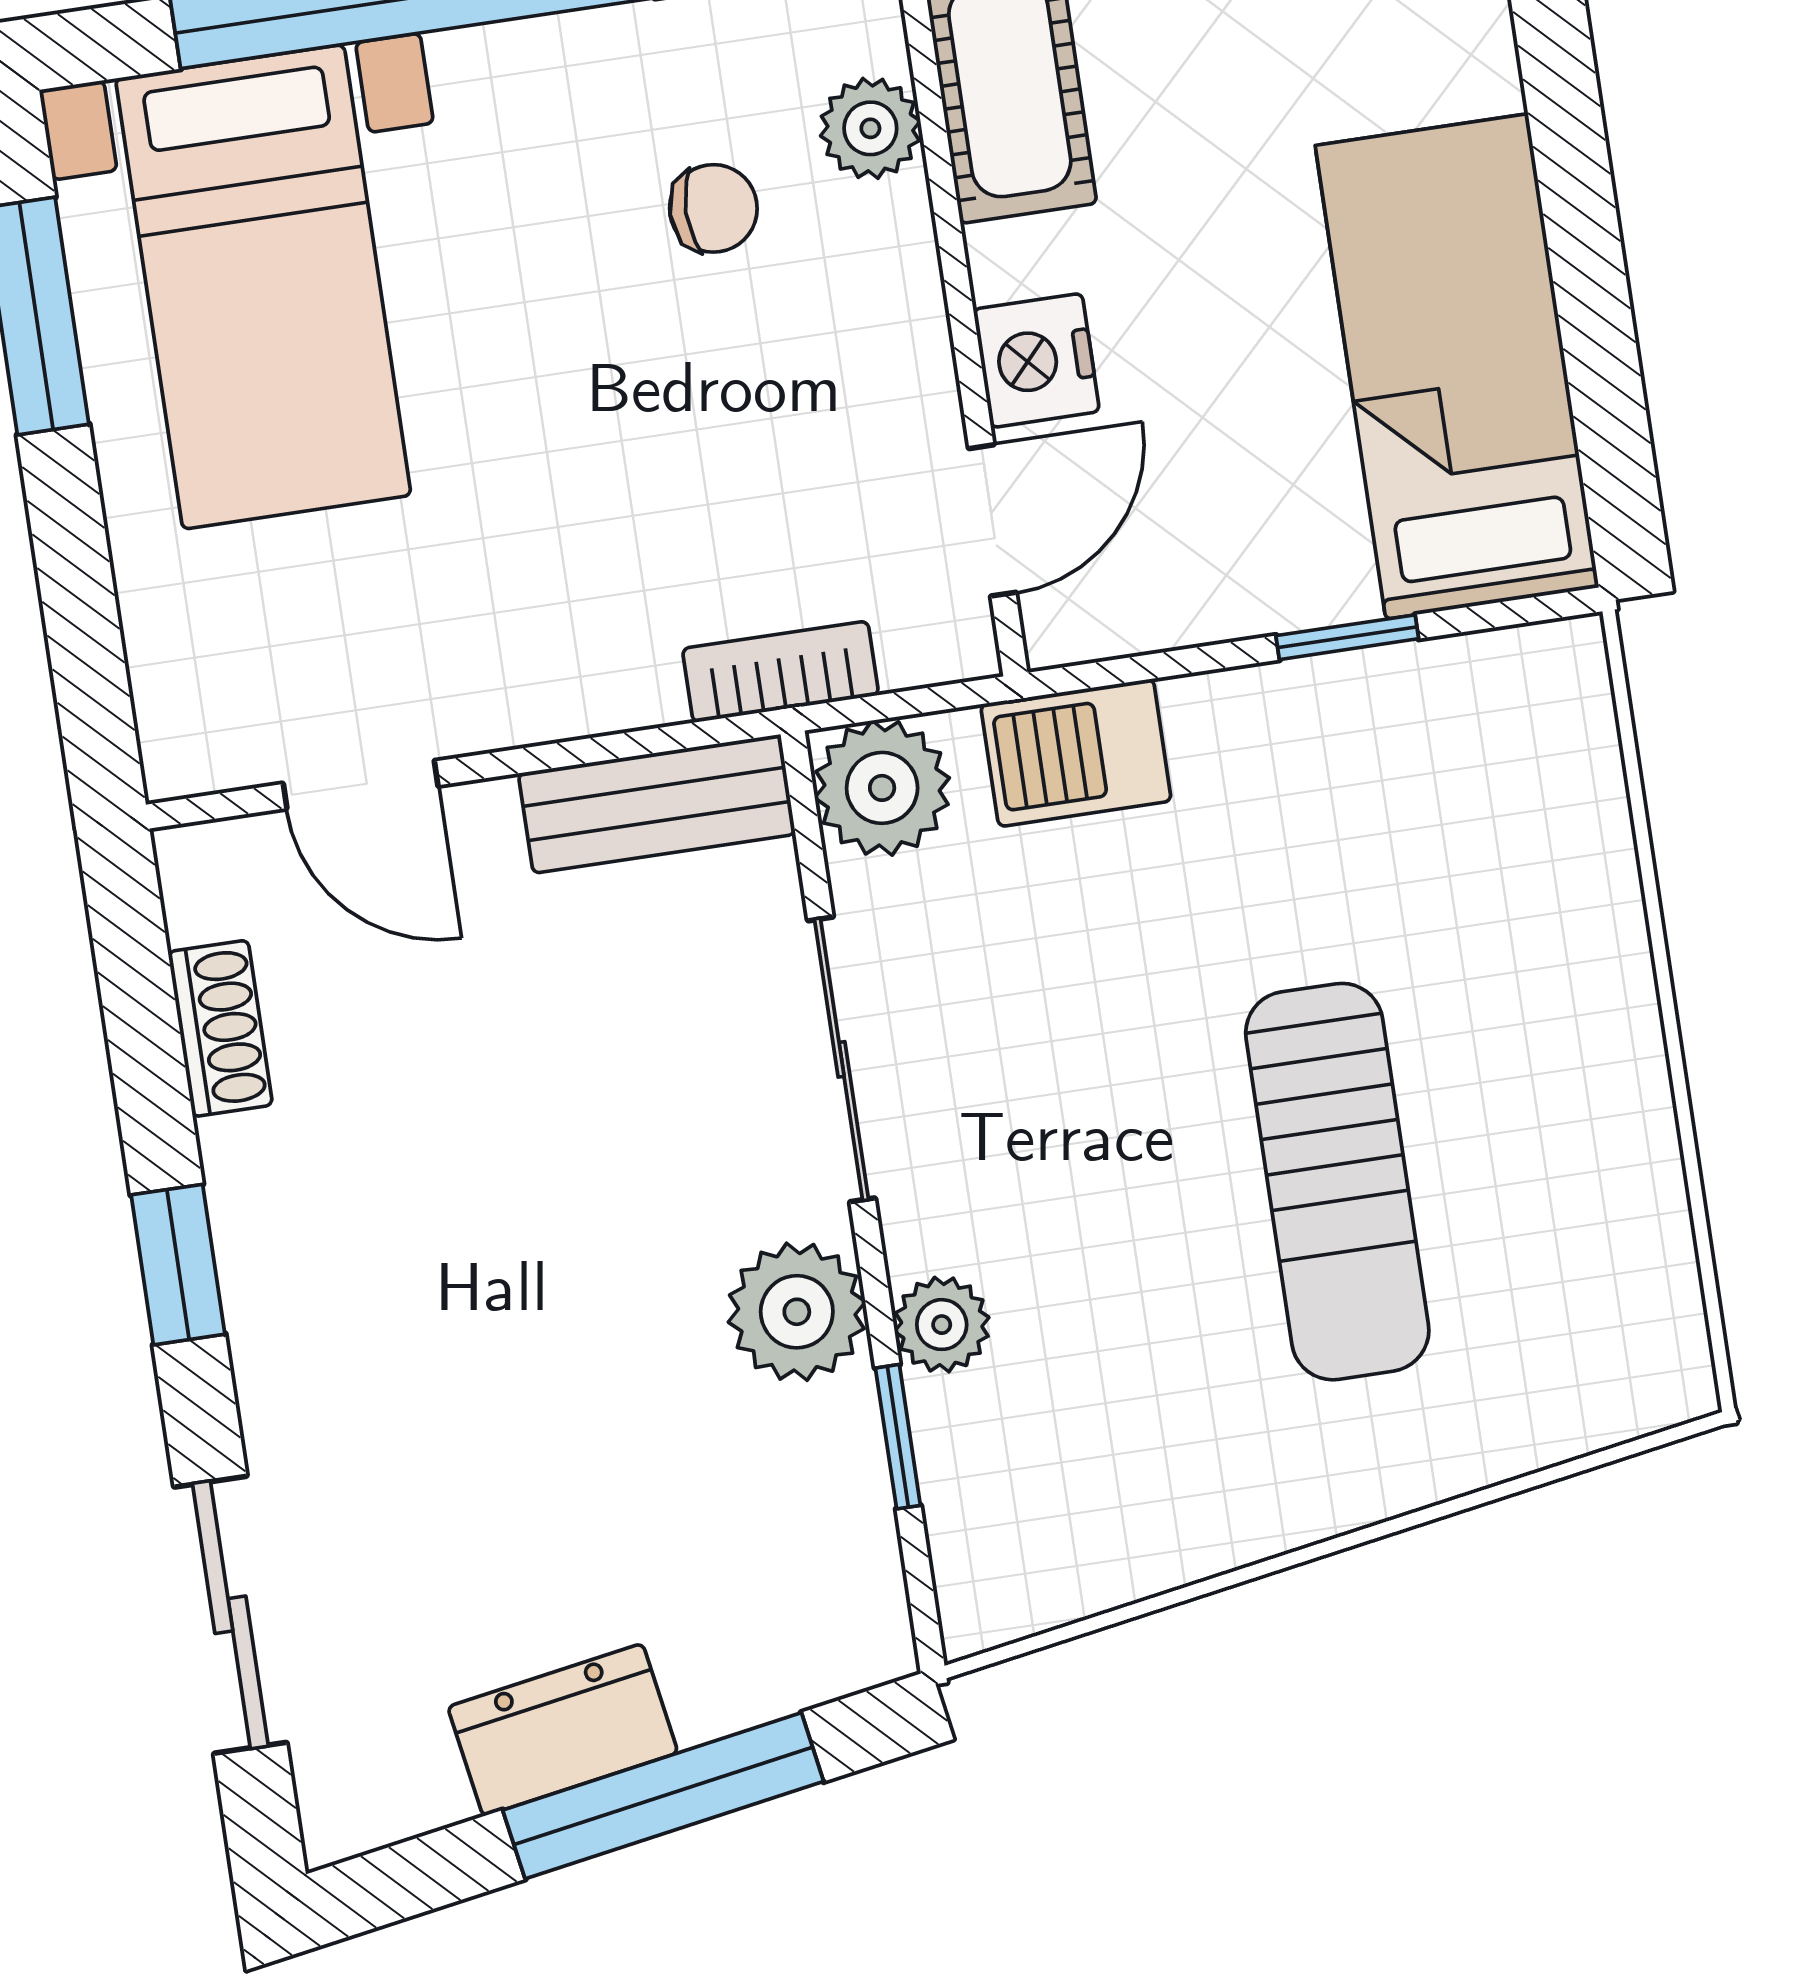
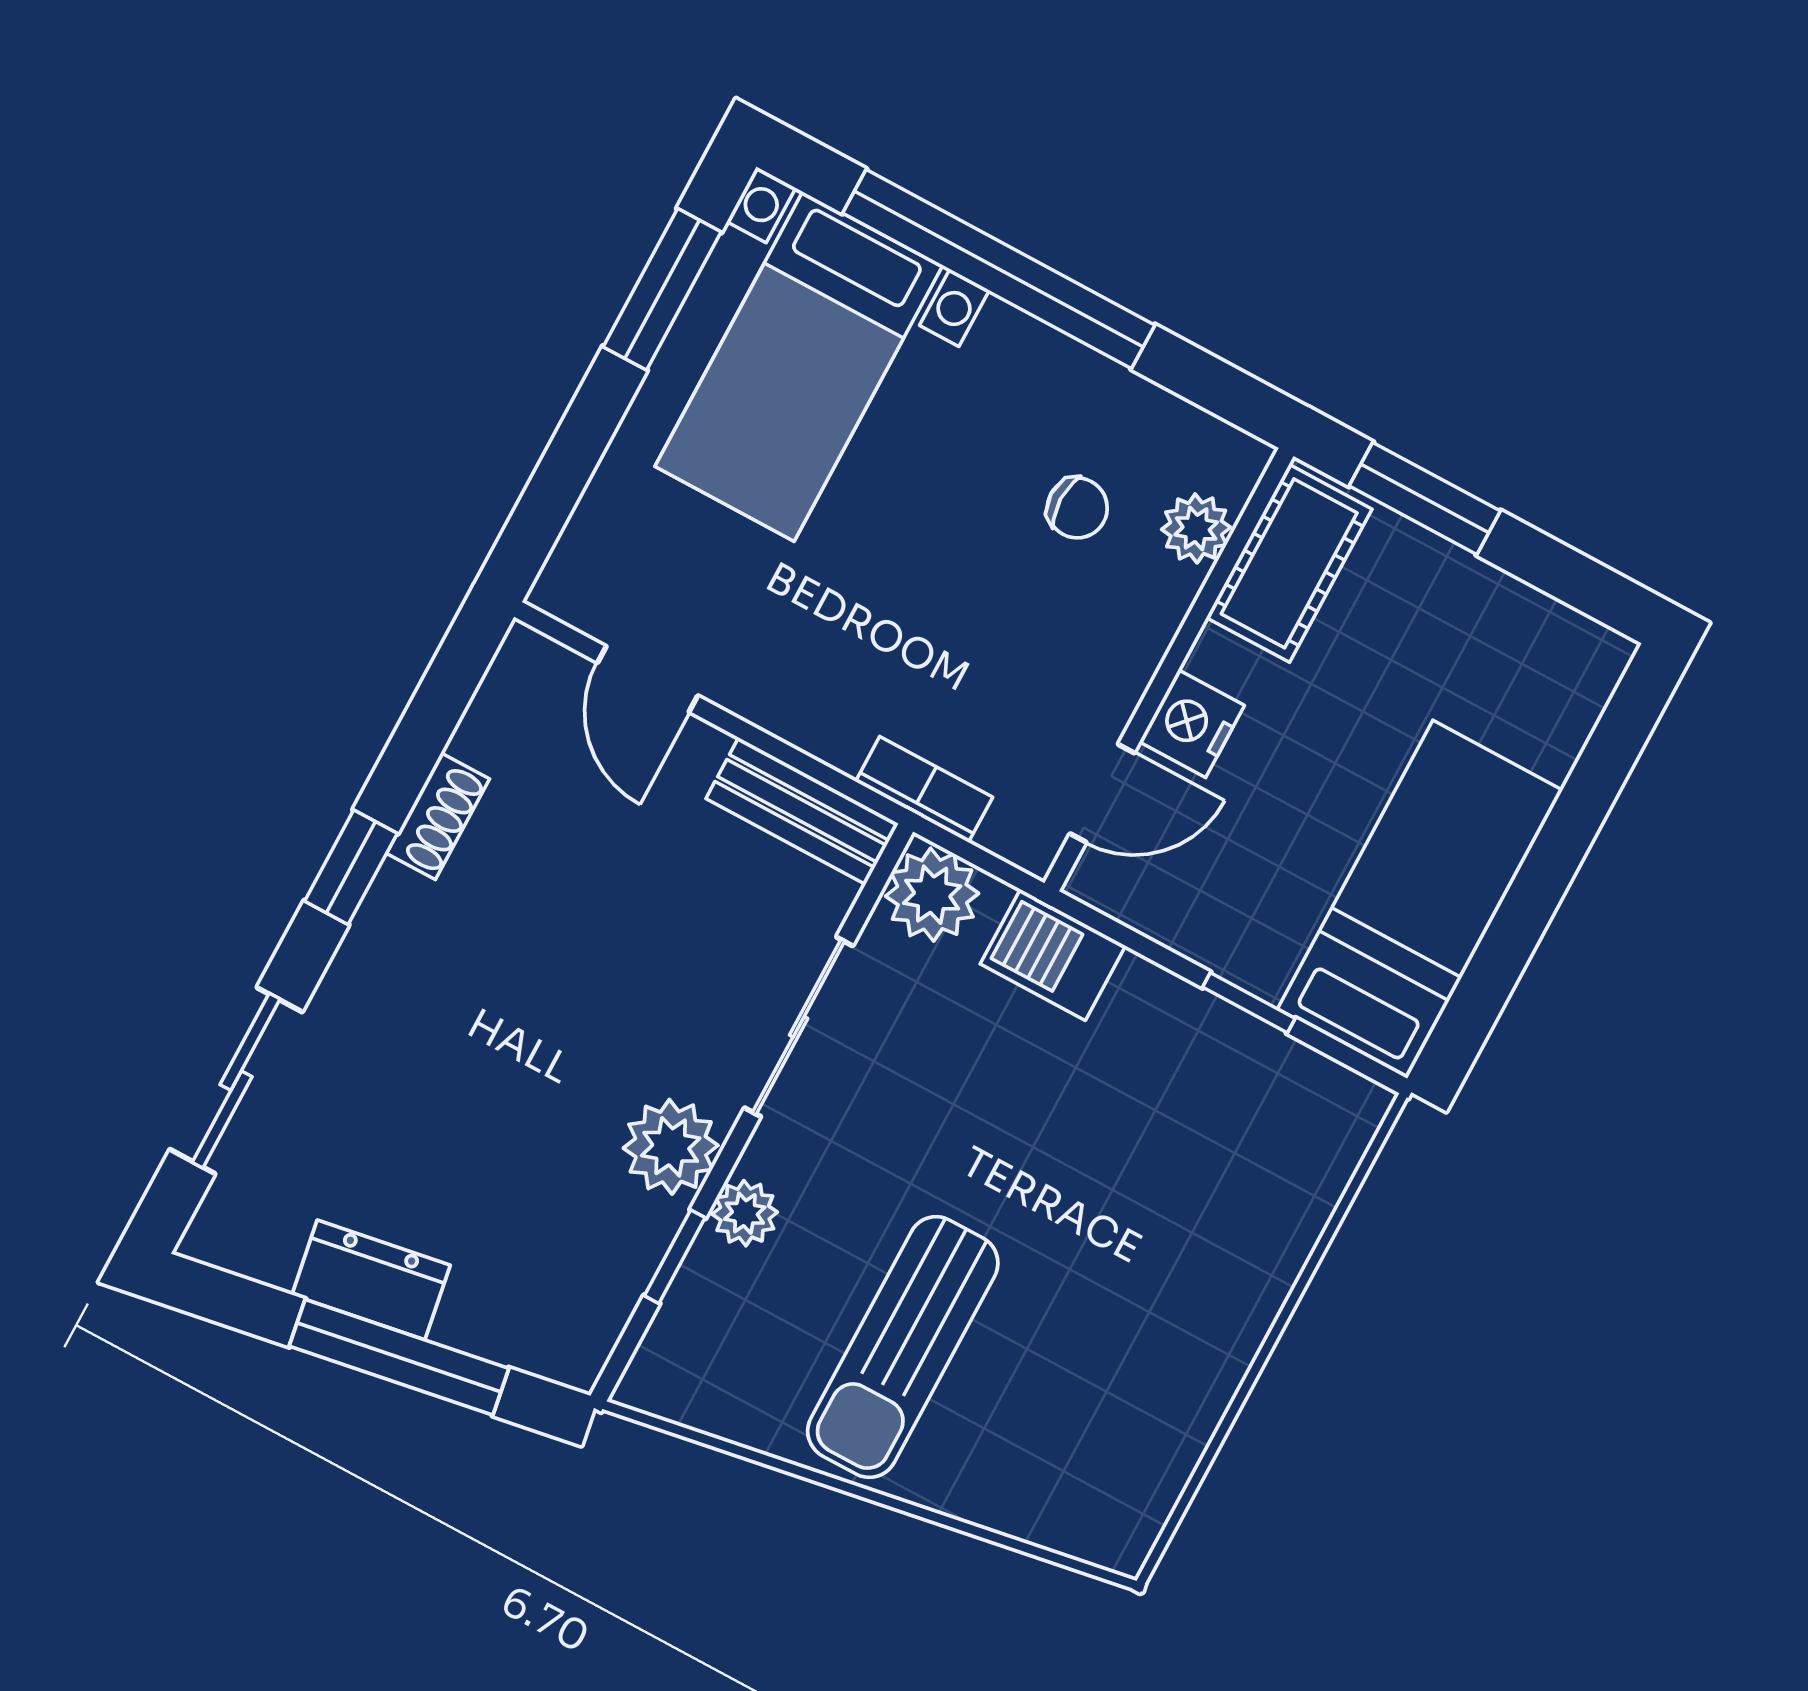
shoe rack: (220, 1028) -> (438, 816), moved
sun lounger: (1337, 1182) -> (903, 1347), moved

